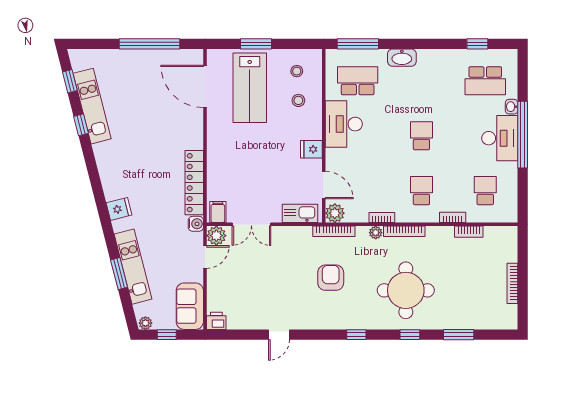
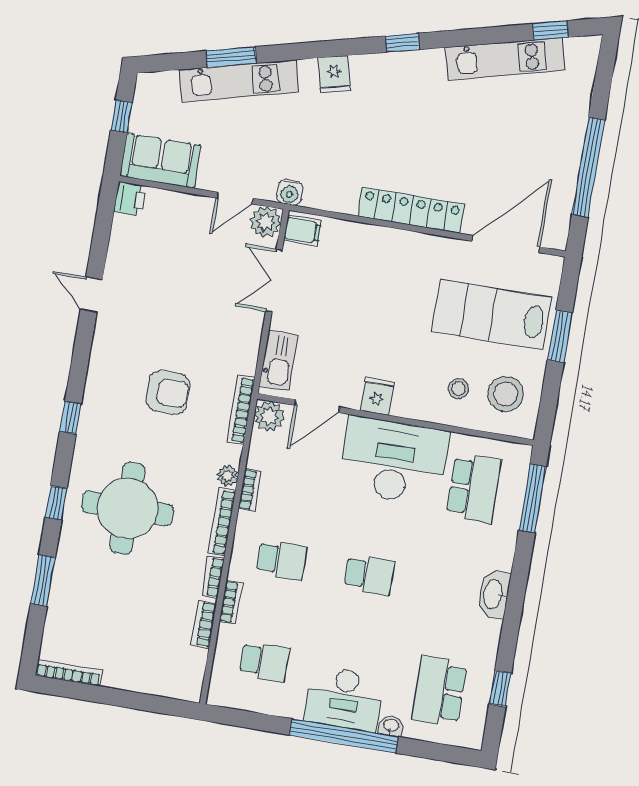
washbasin: (402, 58) -> (494, 594), moved
stool: (297, 71) -> (506, 394), width x1.89, depth x1.89
desk: (344, 124) -> (394, 461), width x1.36, depth x1.30
window: (81, 125) -> (402, 43), moved
locker: (194, 183) -> (411, 210), moved
bookcase: (439, 231) -> (213, 577), added
door: (205, 257) -> (235, 198), hinge flipped
bookcase: (512, 283) -> (69, 673), moved
plant: (145, 323) -> (146, 86), removed

